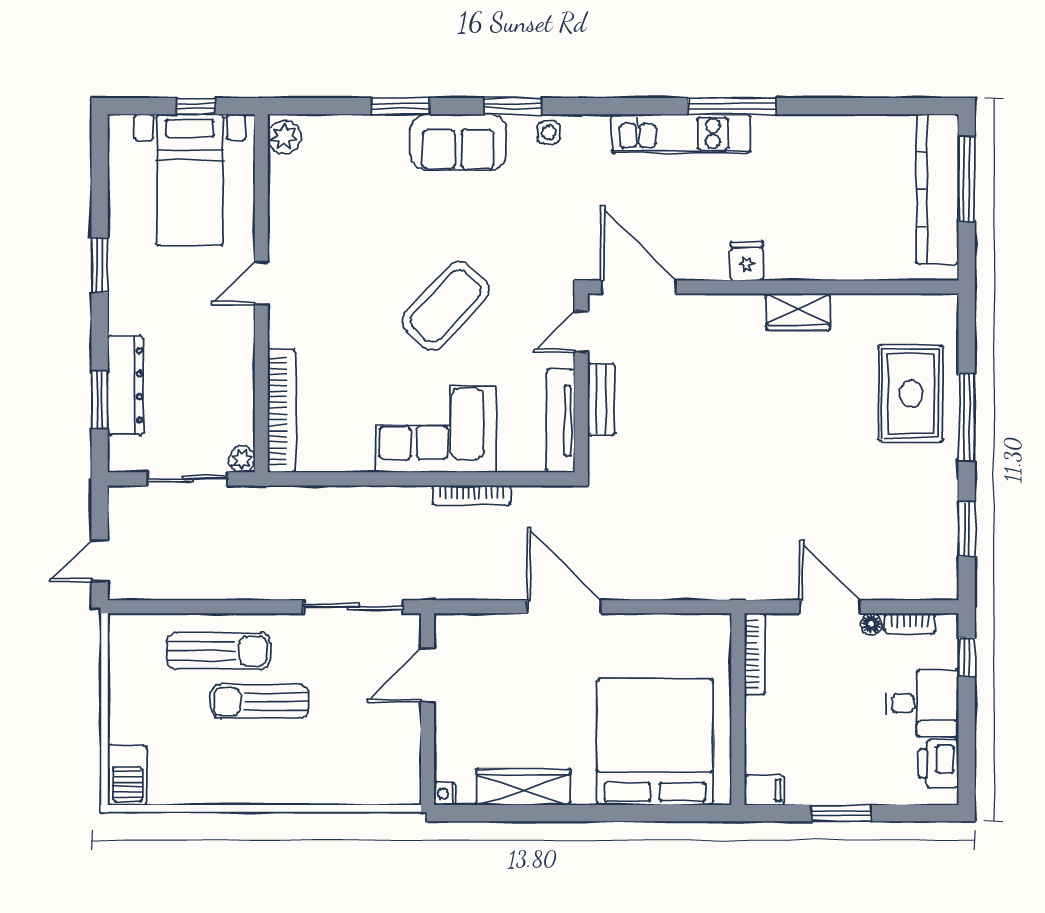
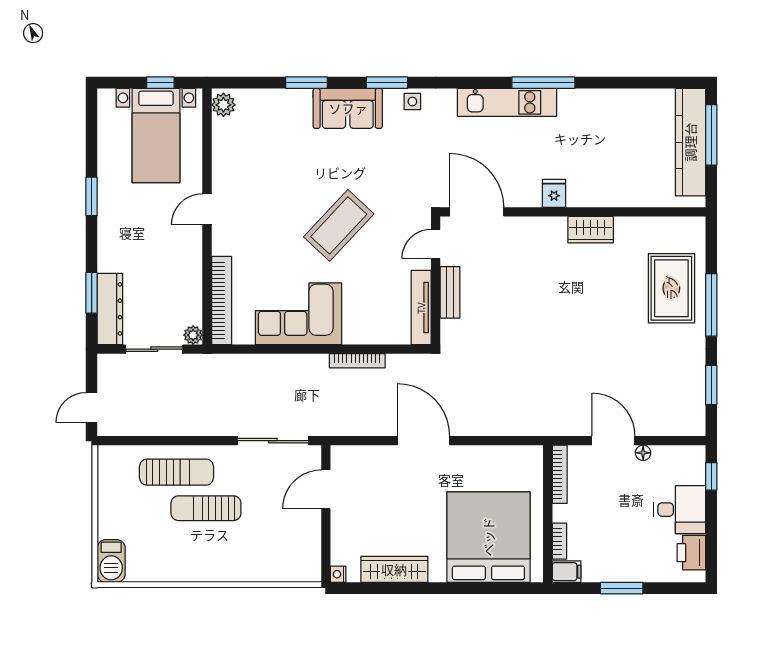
dresser: (125, 385) -> (110, 309), moved
corner sofa: (436, 429) -> (299, 314), moved
bookcase: (910, 623) -> (559, 541), moved, turned -90

